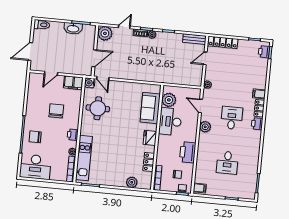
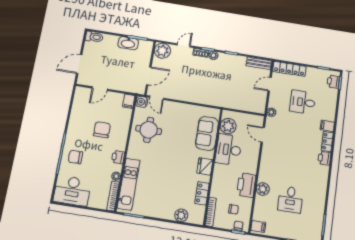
filing cabinet: (73, 83) -> (129, 101), width x0.50
desk: (232, 118) -> (303, 102), moved, turned -90
plant: (205, 127) -> (263, 189), moved

